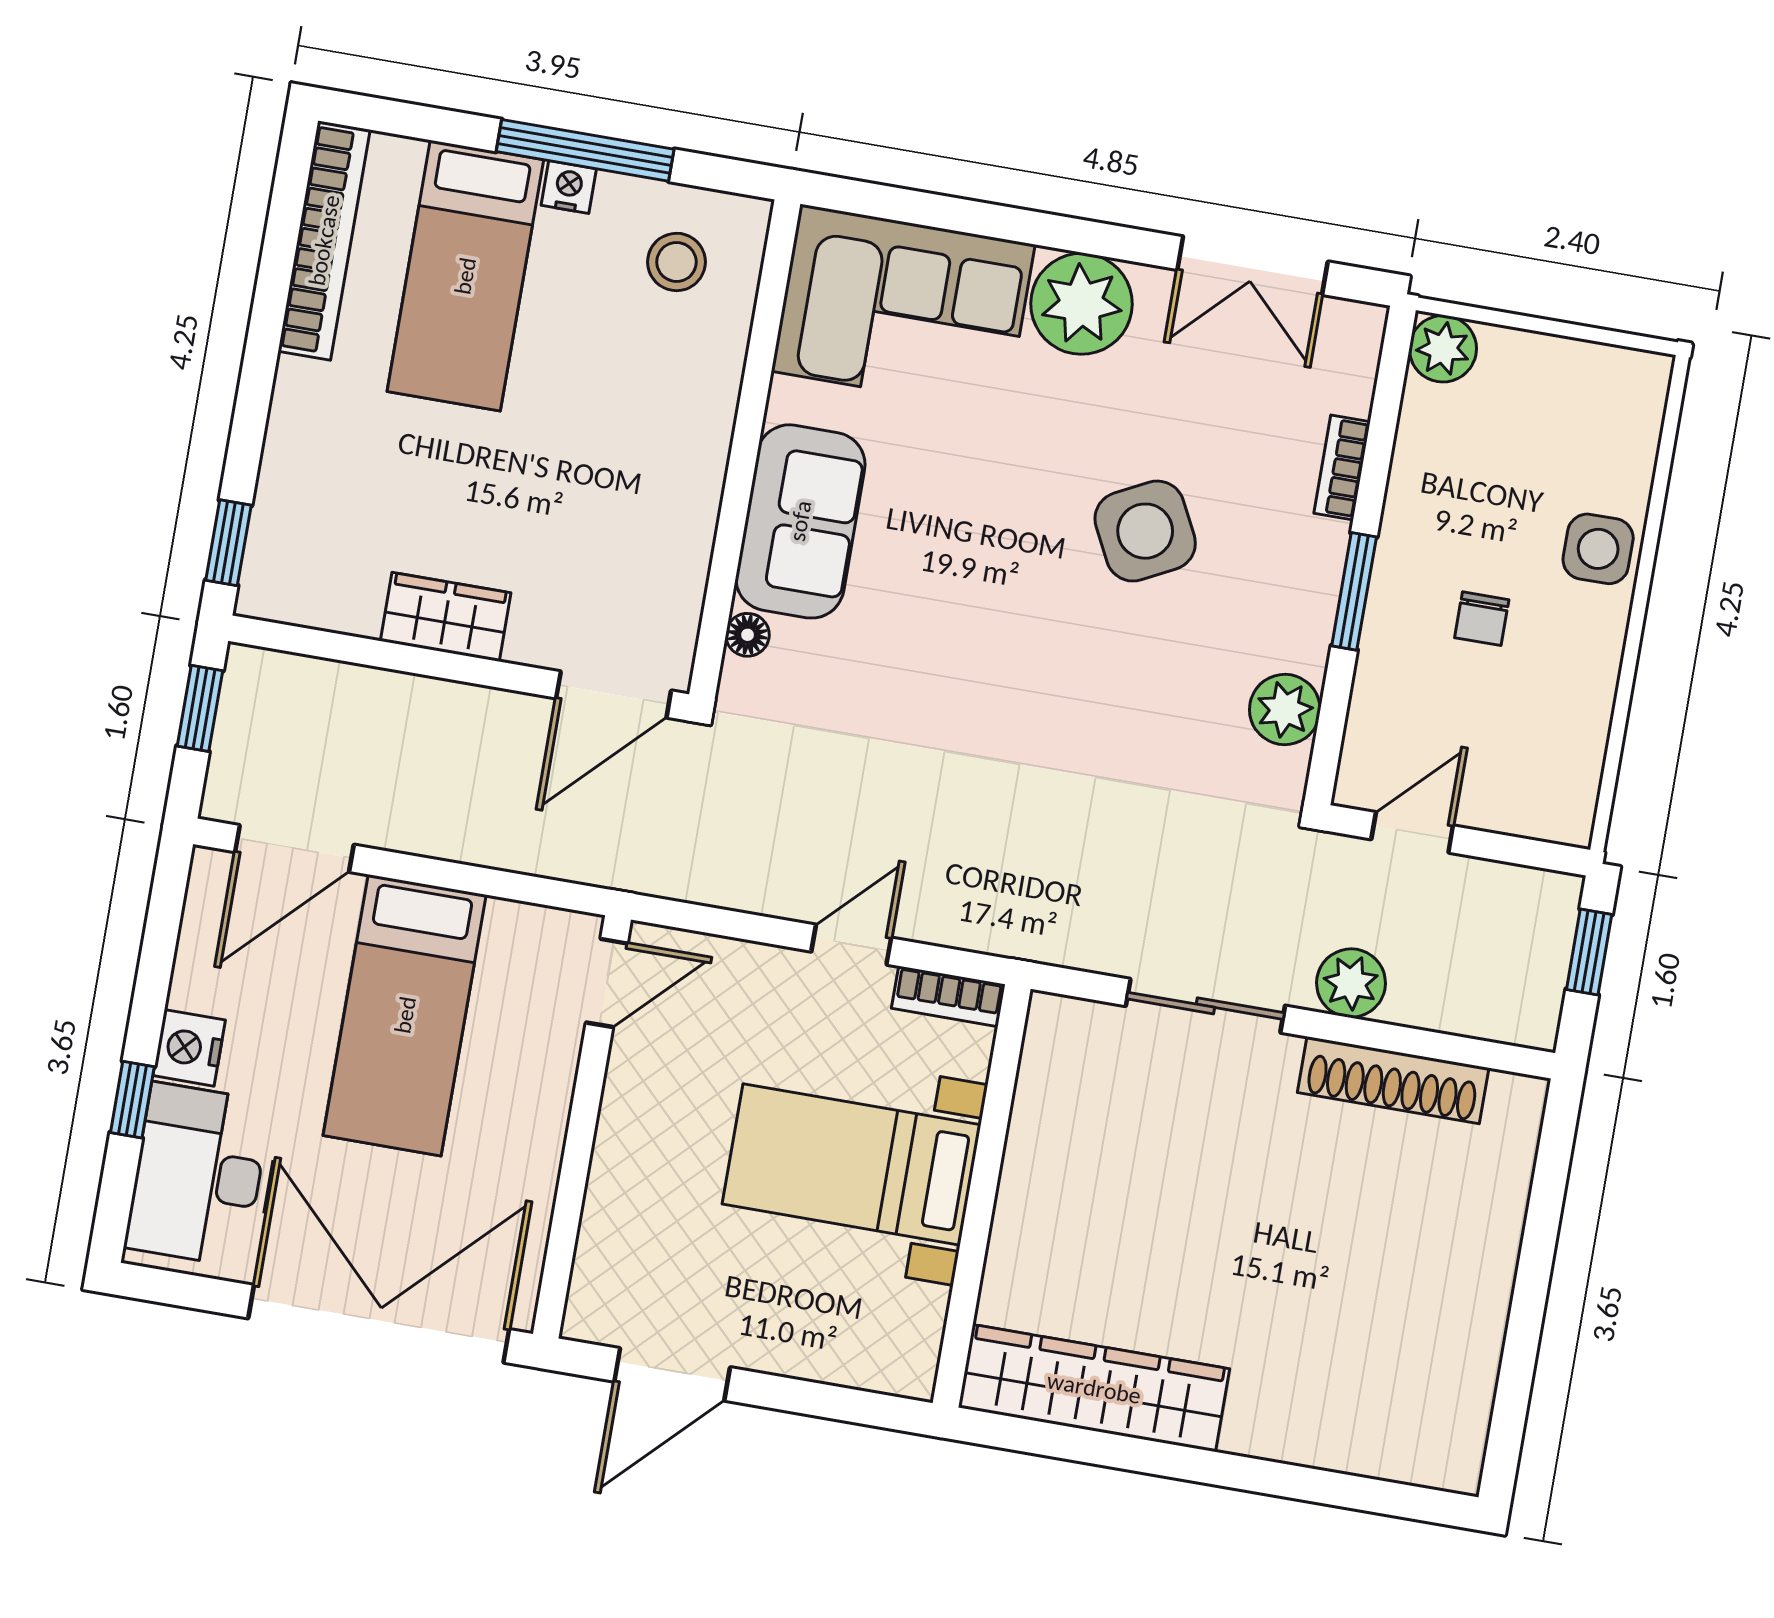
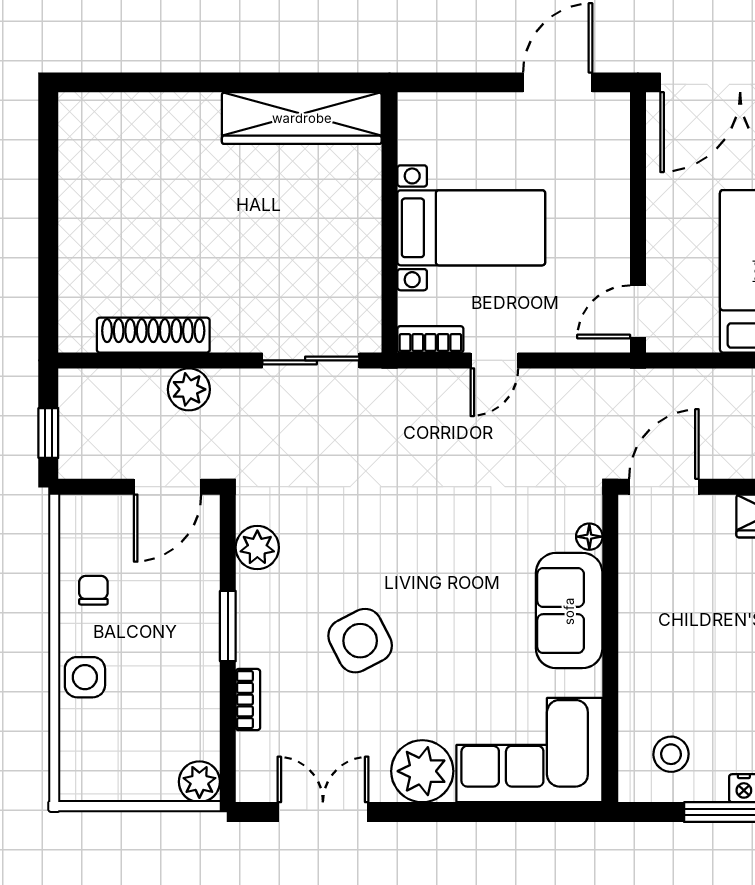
chair: (1482, 619) -> (93, 590), moved
door: (1412, 832) -> (168, 487), width x1.38
sliding door: (1205, 1006) -> (311, 360), moved

